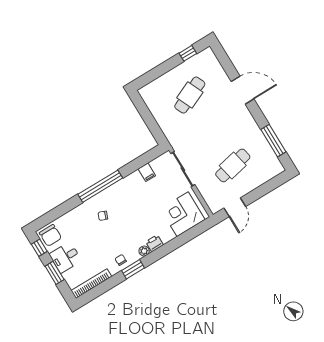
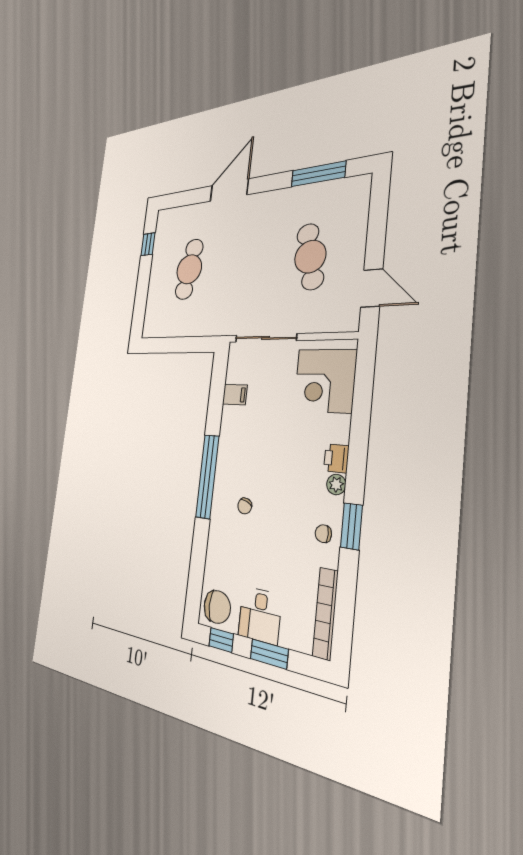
cafe table: (190, 95) -> (189, 269), turned 33

